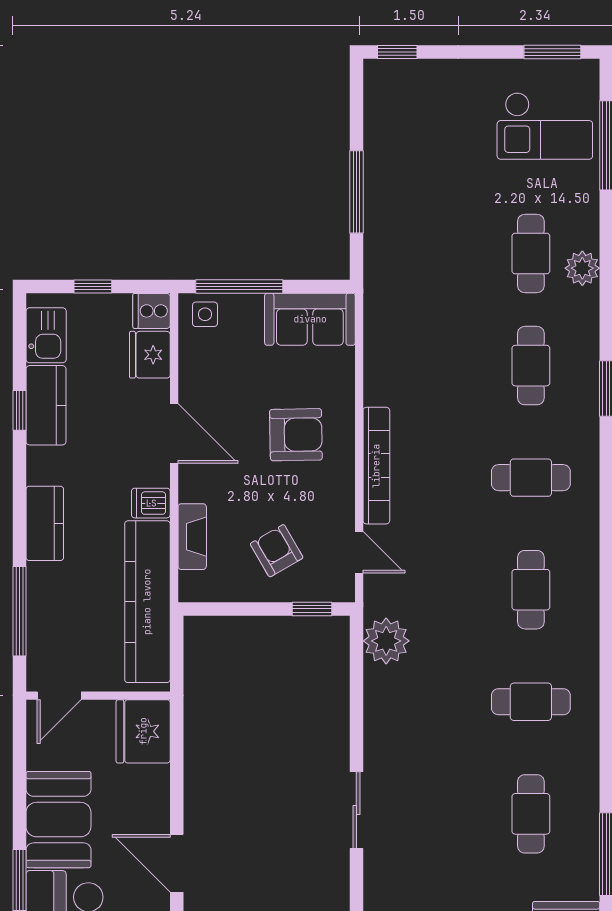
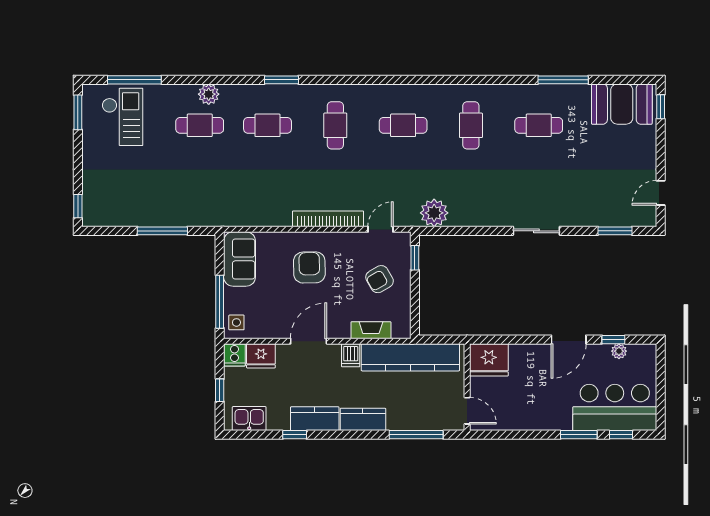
kitchen counter: (46, 405) -> (315, 419), moved
booth: (58, 820) -> (542, 411), removed

